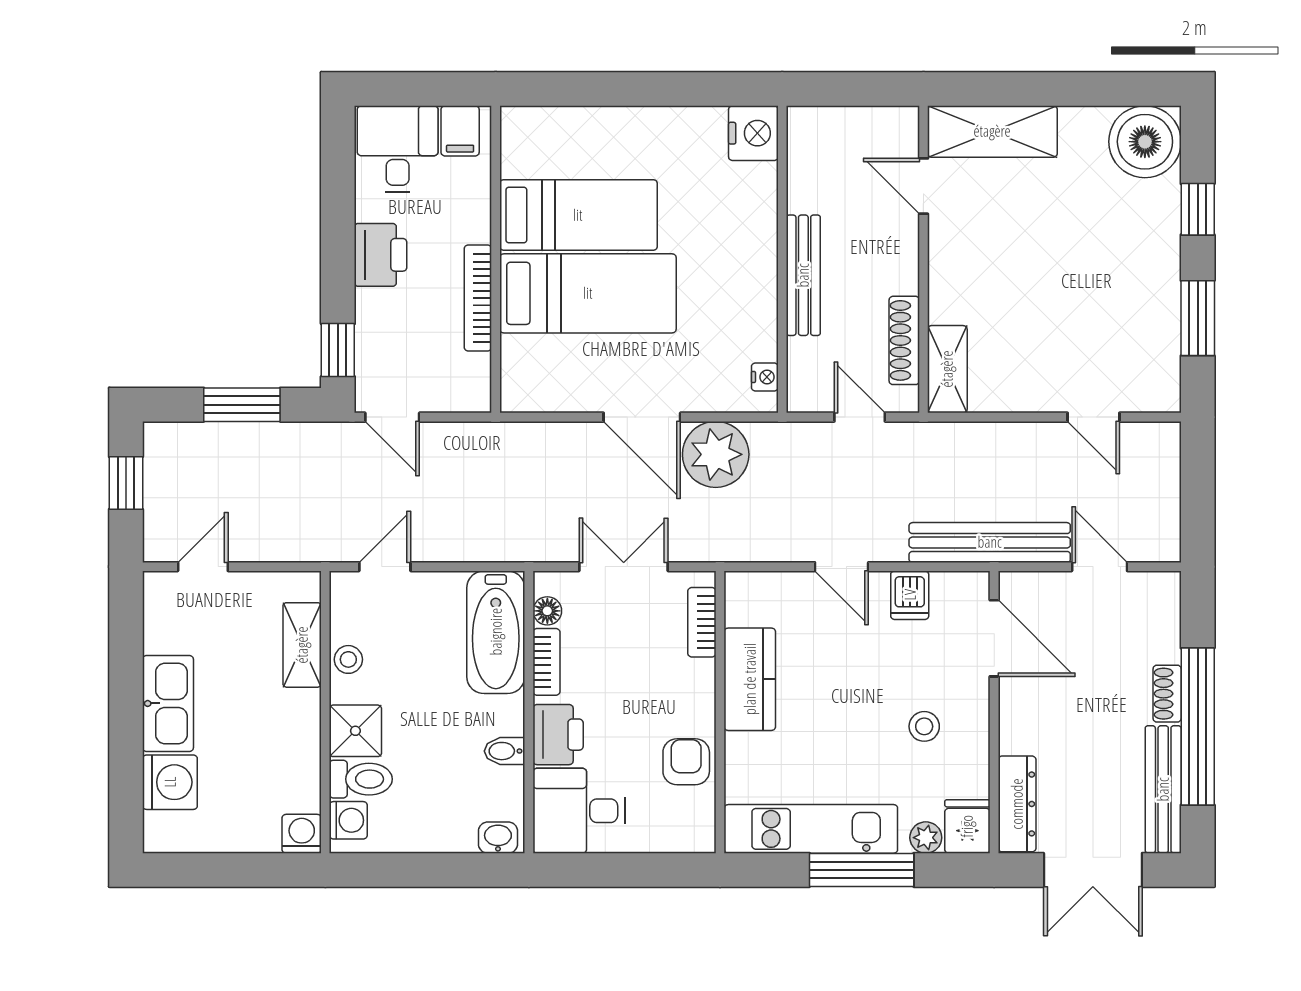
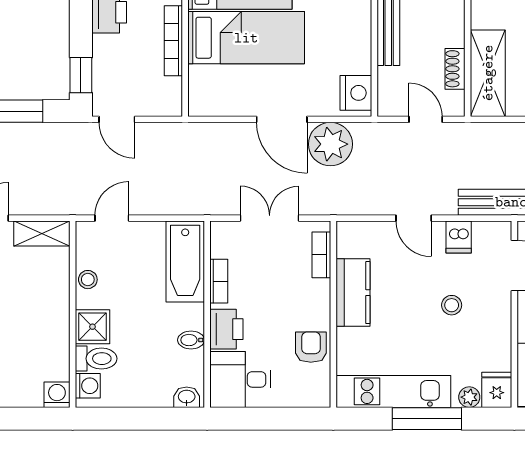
shoe rack: (904, 340) -> (455, 69), width x0.70
shelving: (947, 369) -> (488, 73), width x1.50, depth x1.33
nightstand: (765, 377) -> (356, 93), width x1.89, depth x1.79
floor lamp: (547, 611) -> (219, 247), removed
shelving: (302, 645) -> (42, 234), moved, turned 90
stool: (924, 726) -> (452, 305), moved

